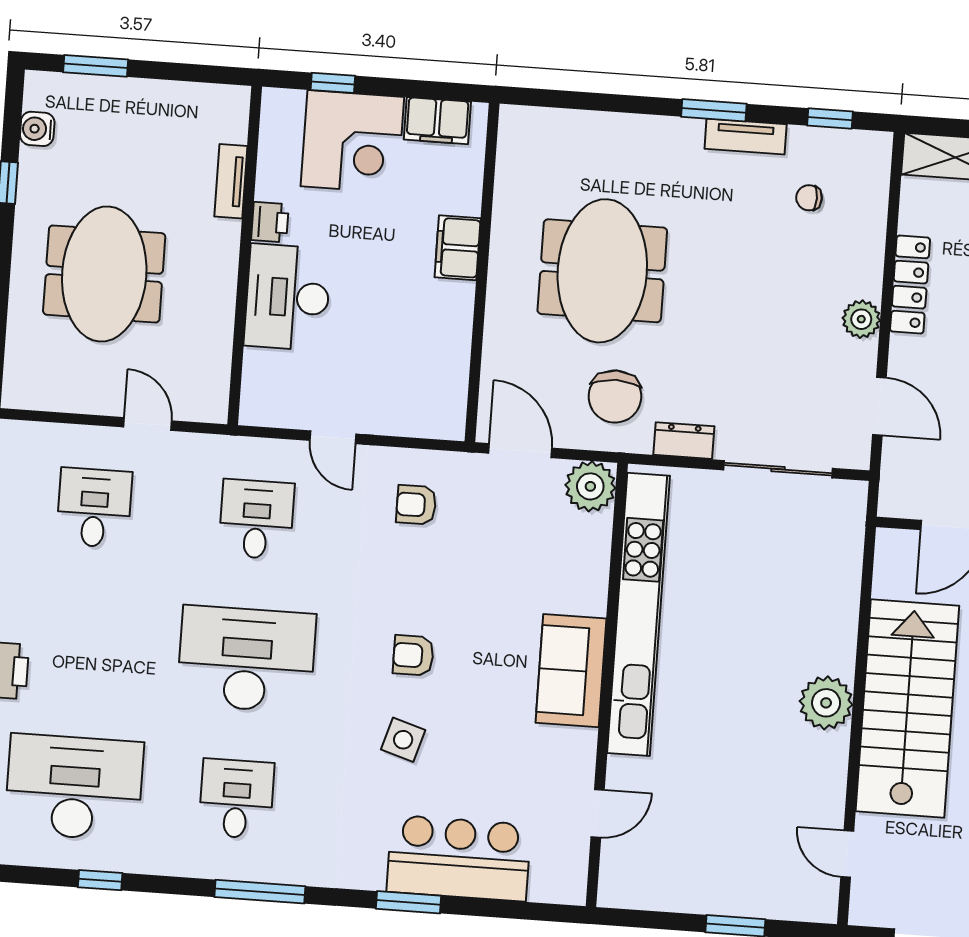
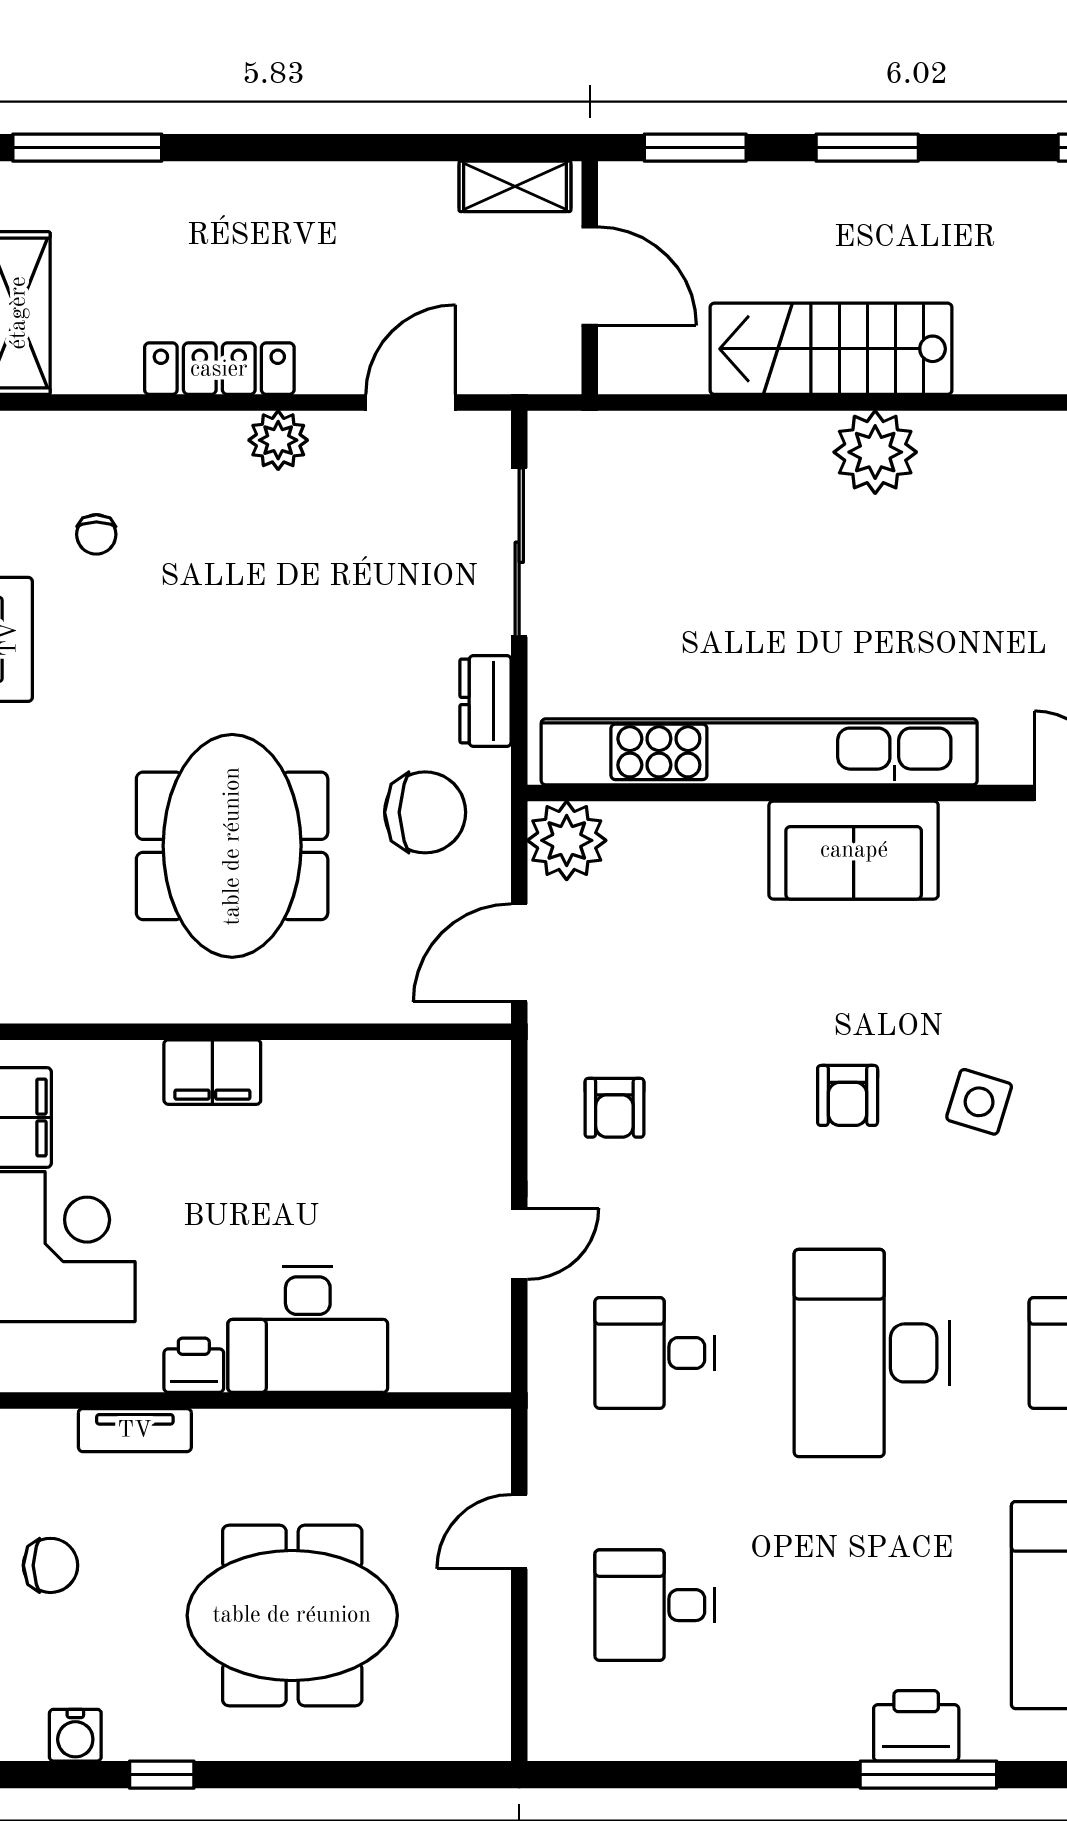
chair: (148, 121) -> (50, 1565), added
meeting table: (602, 271) -> (232, 846), turned 90
stairs: (907, 709) -> (831, 349), width x0.73, depth x0.66

